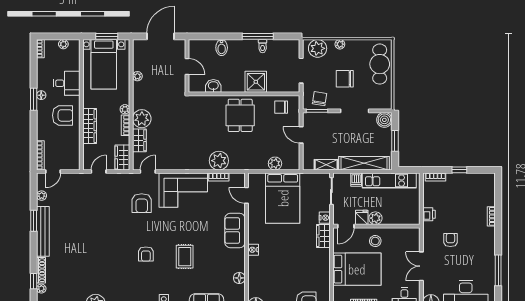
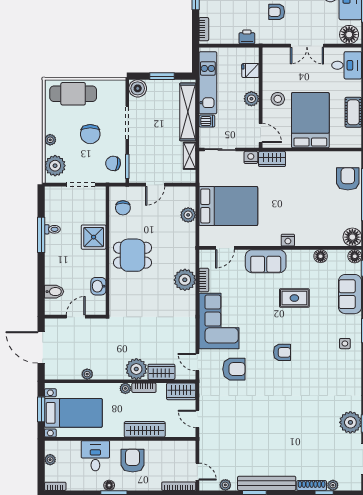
bidet: (222, 48) -> (54, 292), moved
fridge: (362, 217) -> (250, 71), moved
armchair: (146, 254) -> (282, 352), moved
rug: (185, 257) -> (294, 298), moved

